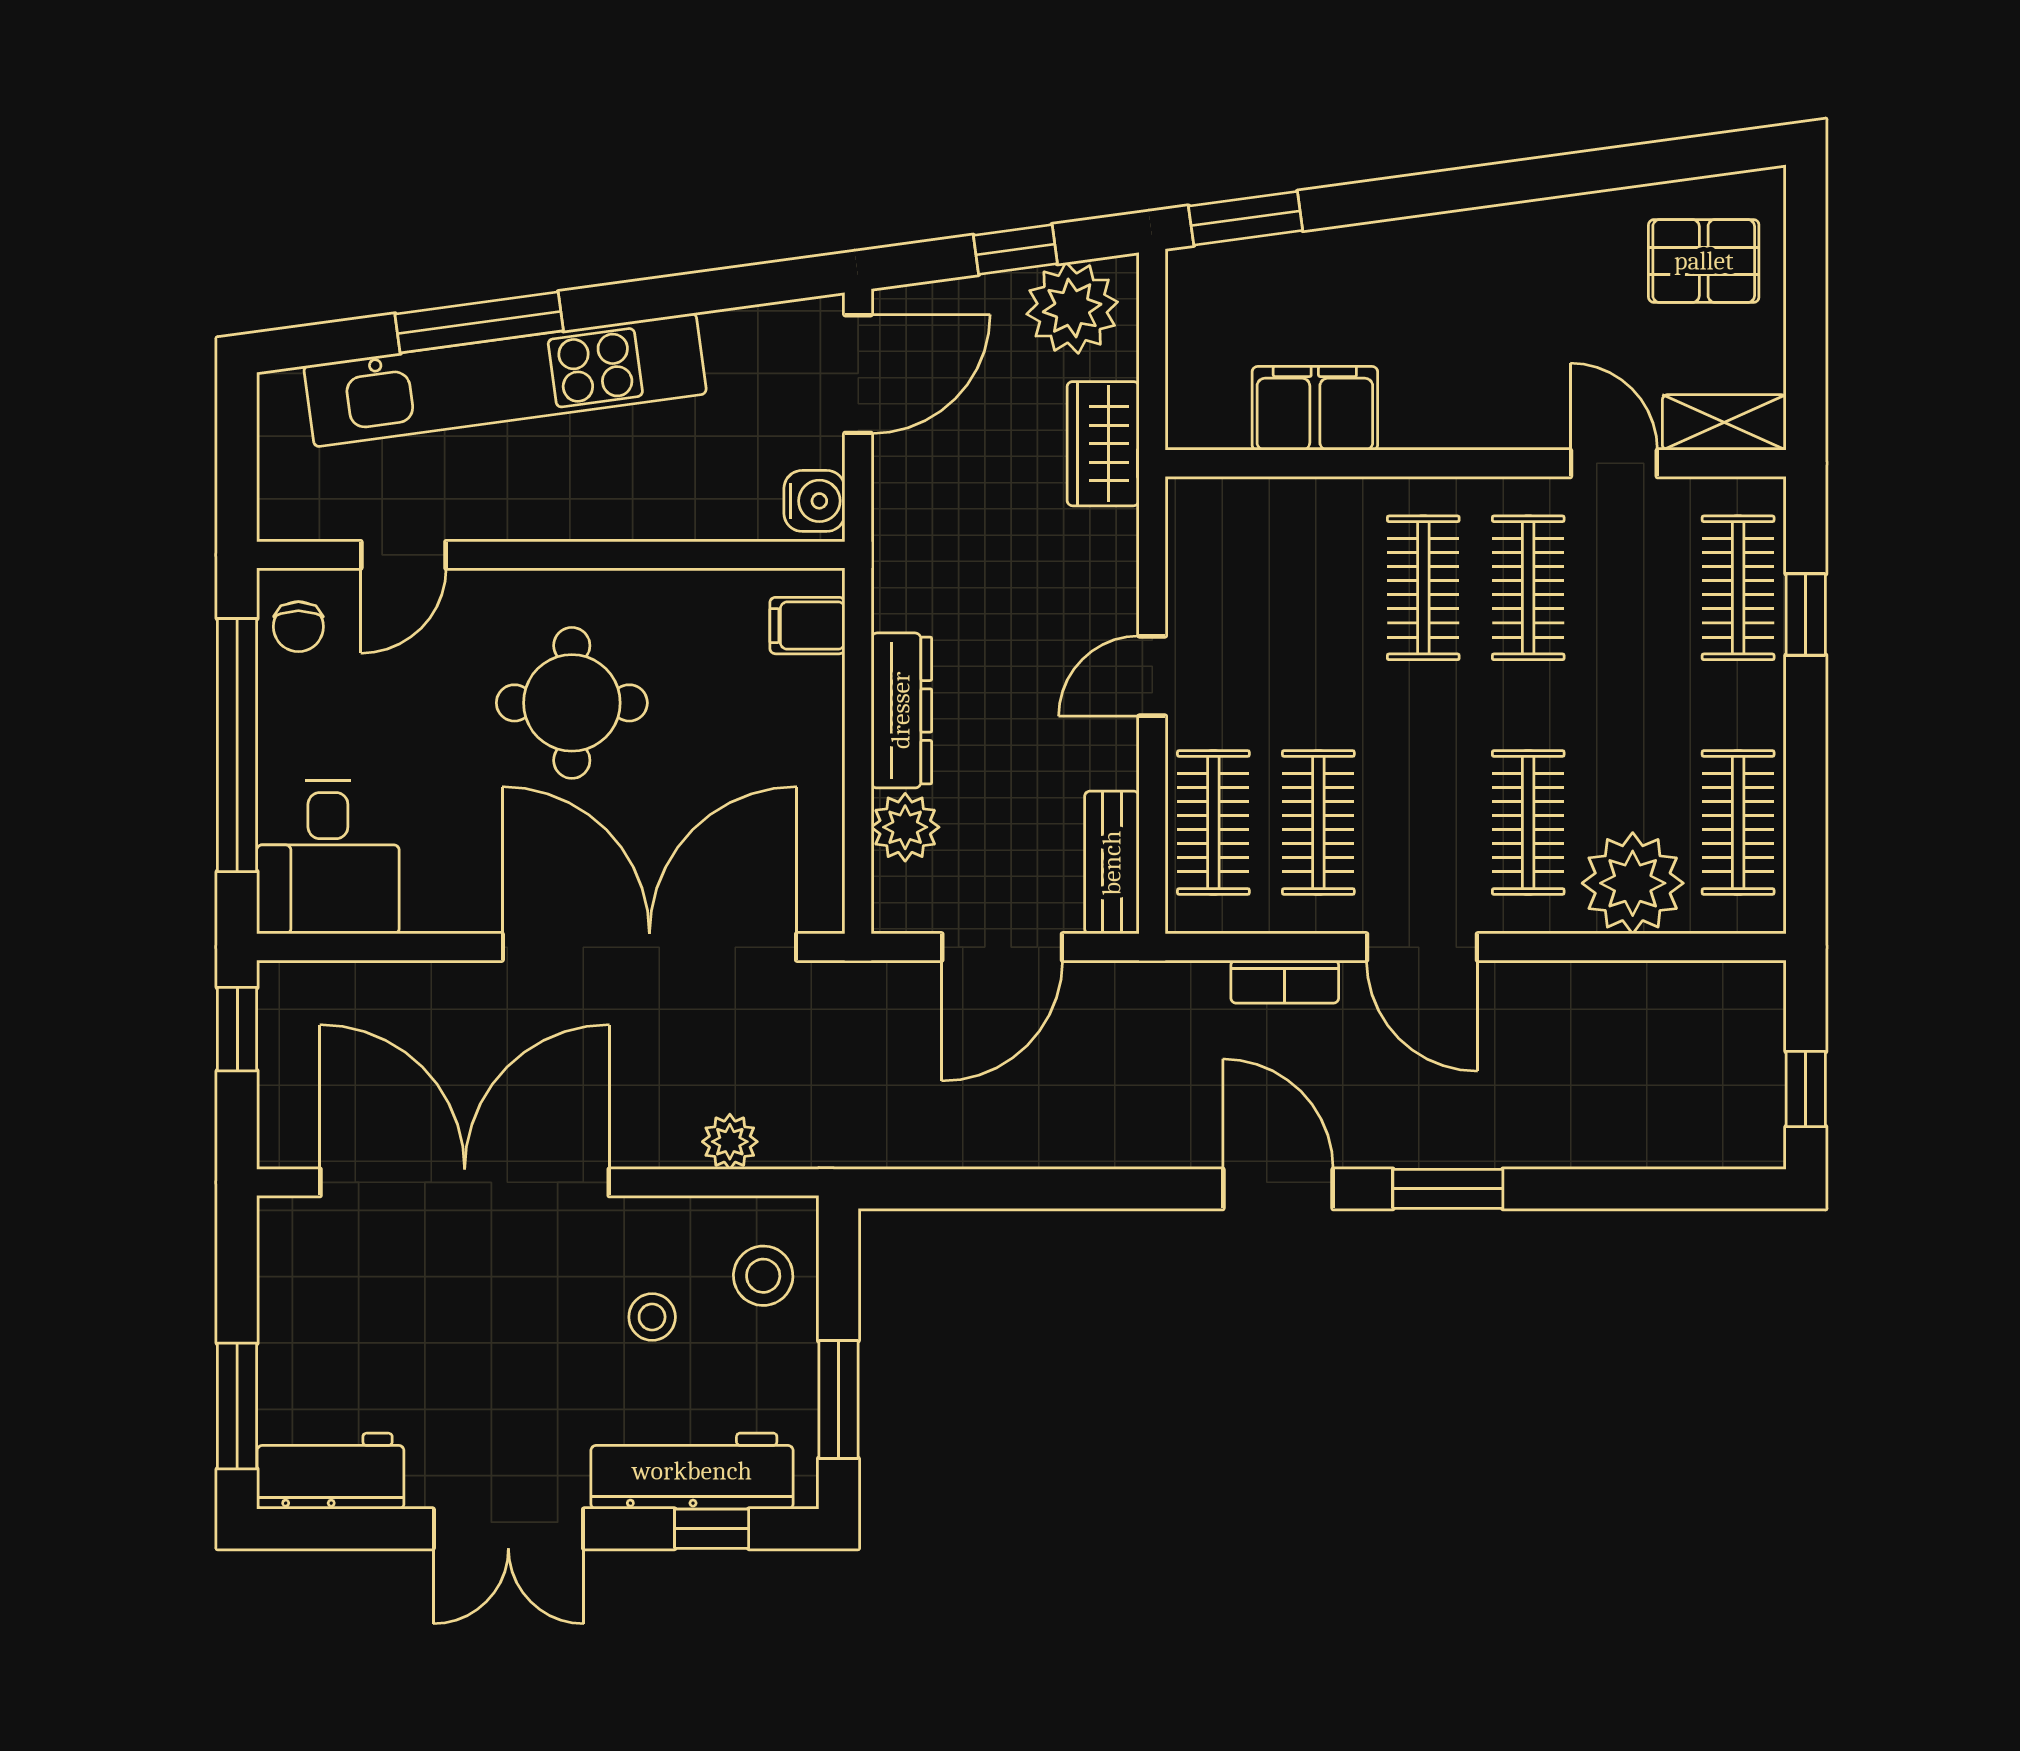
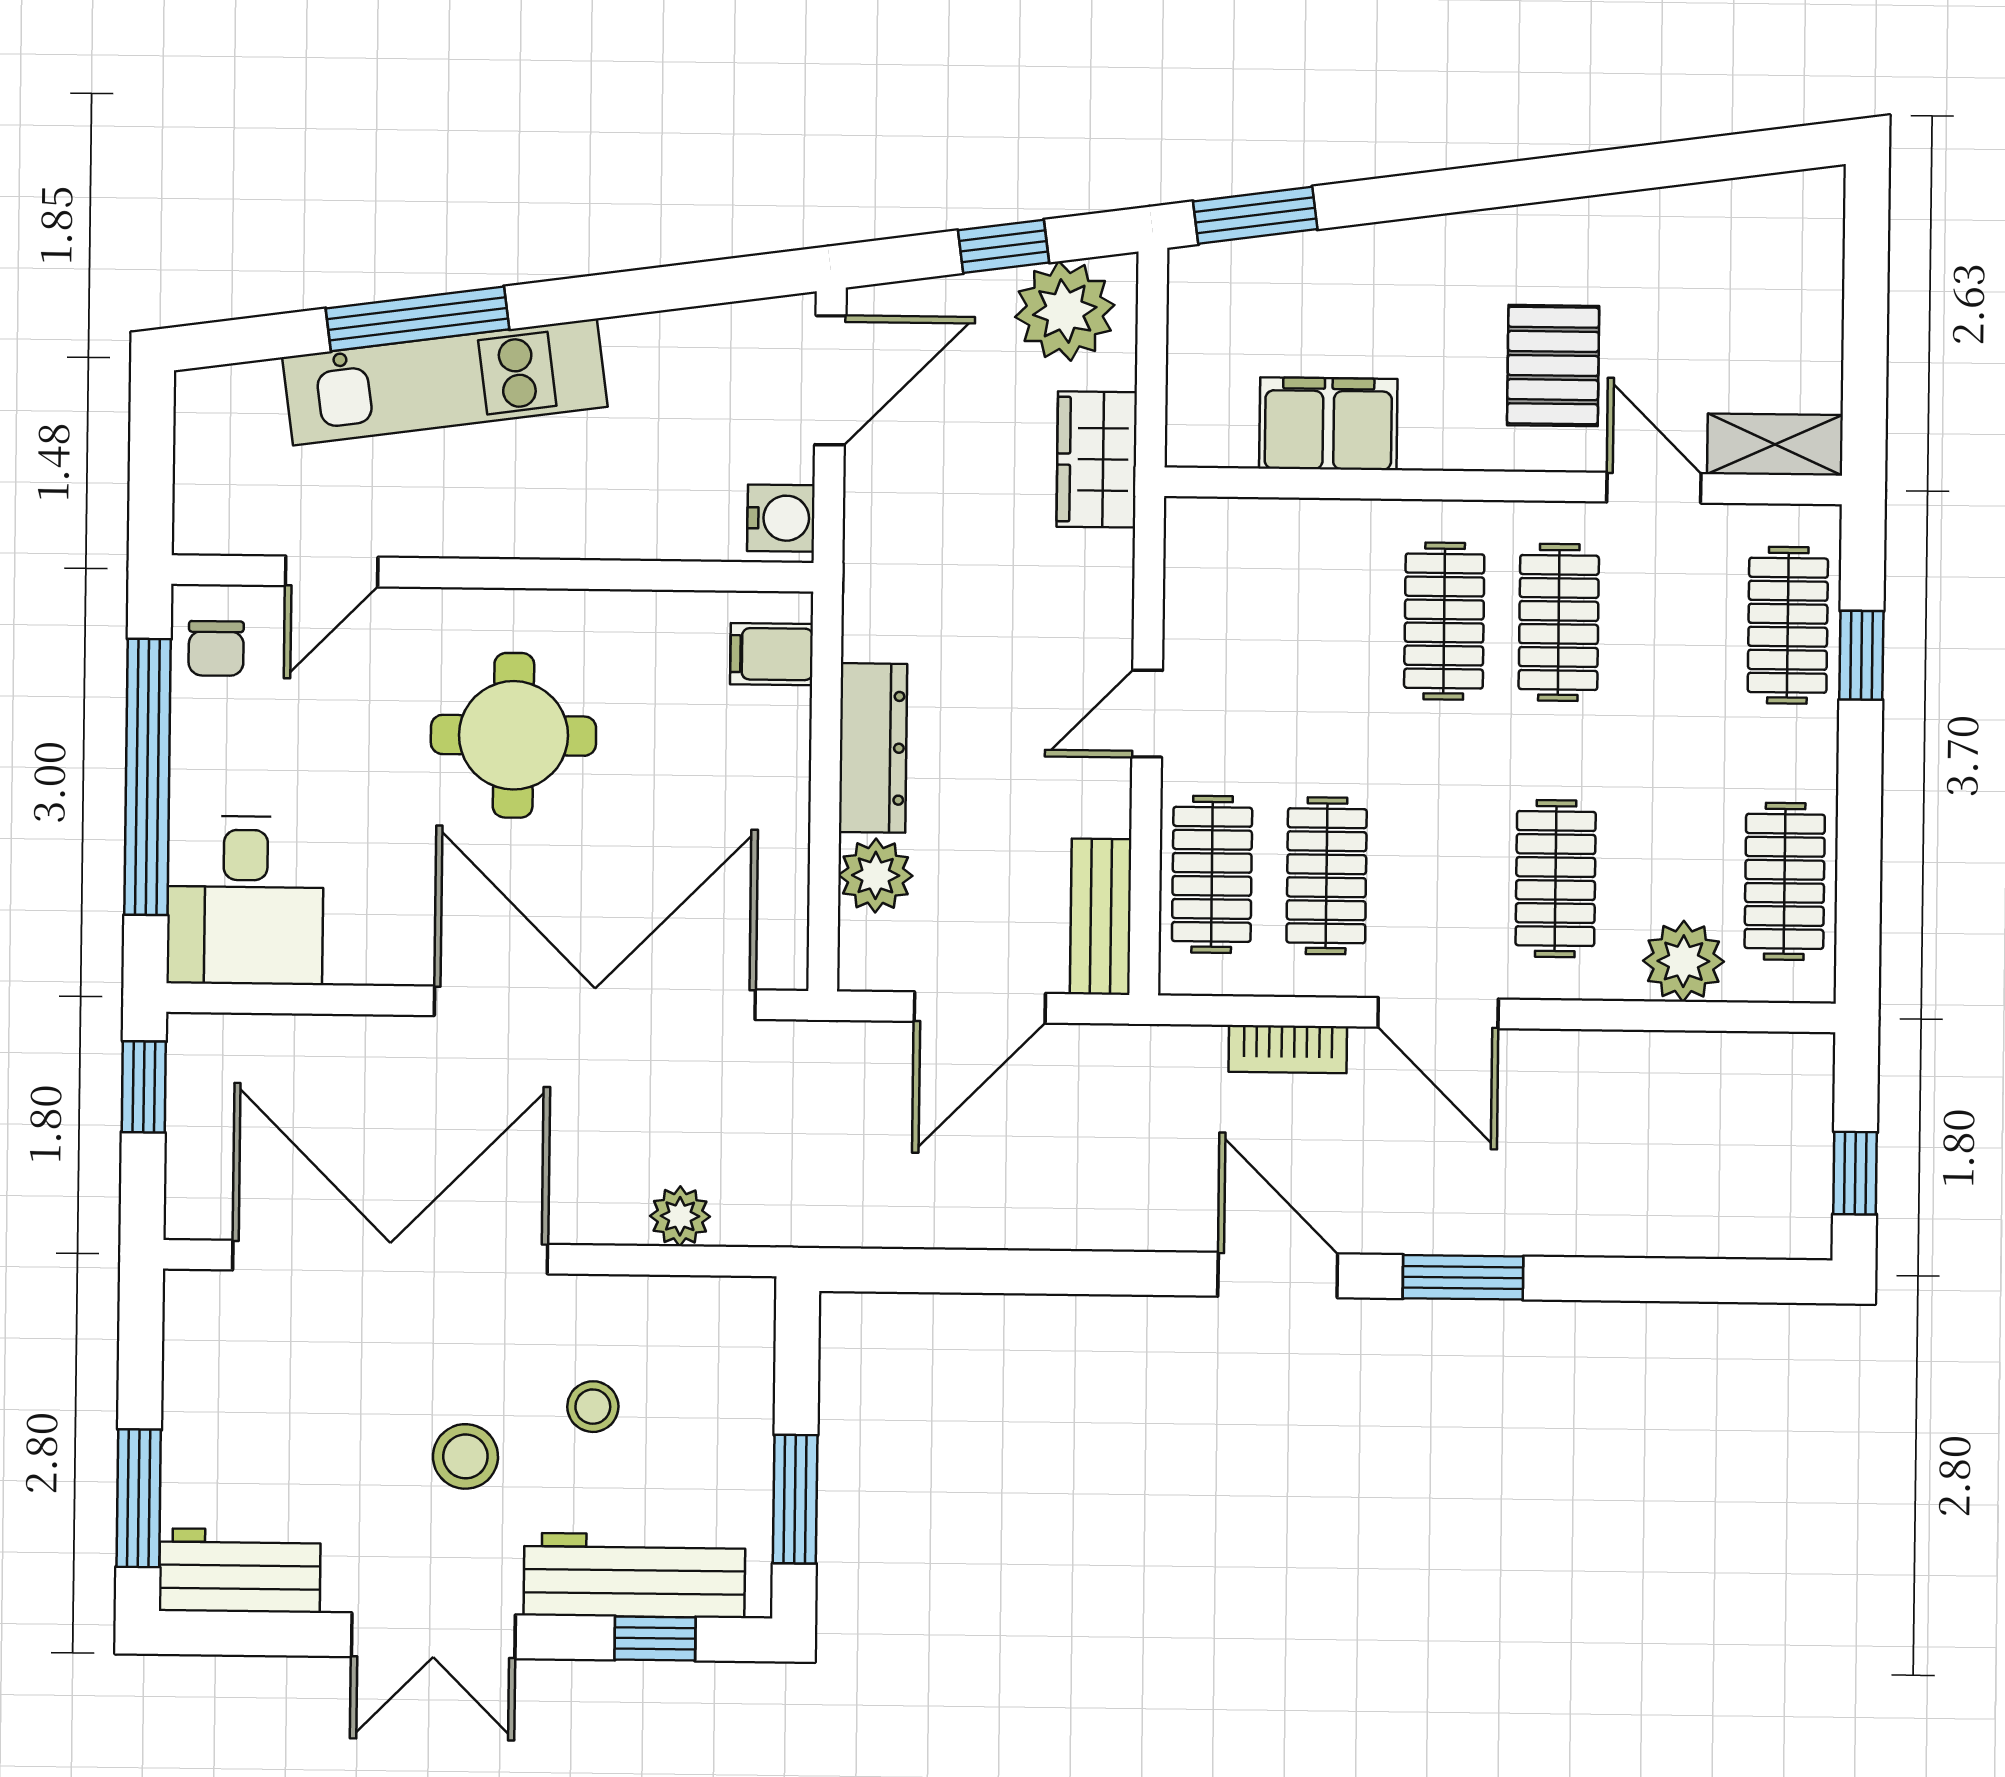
pallet: (1704, 261) -> (1553, 366), moved, turned 90
kitchen unit: (505, 380) -> (445, 382), width x0.73
plant: (1633, 883) -> (1683, 961), width x0.73, depth x0.73
stool: (763, 1276) -> (465, 1456), moved

